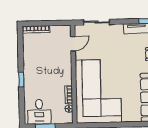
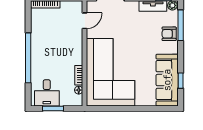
window: (21, 80) -> (28, 58), width x3.17

